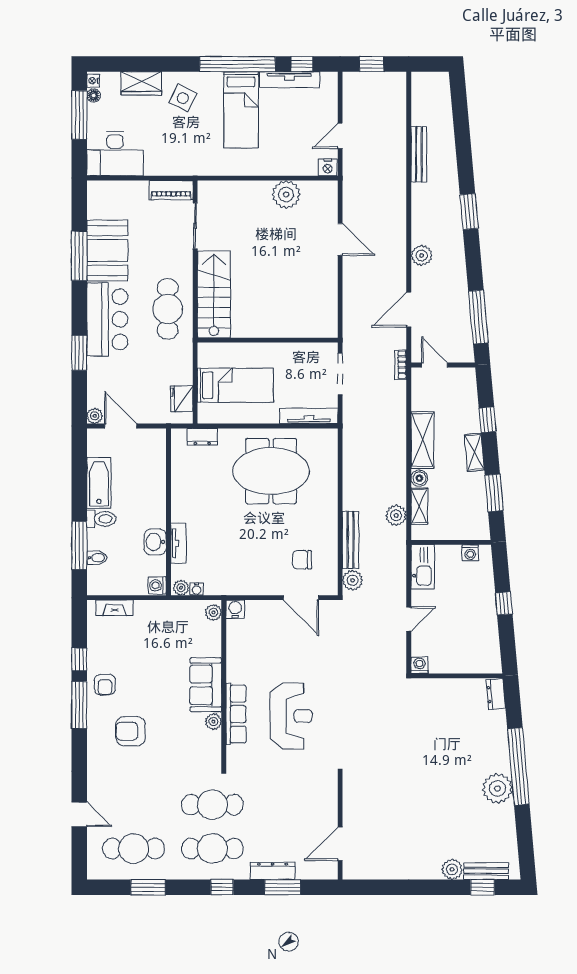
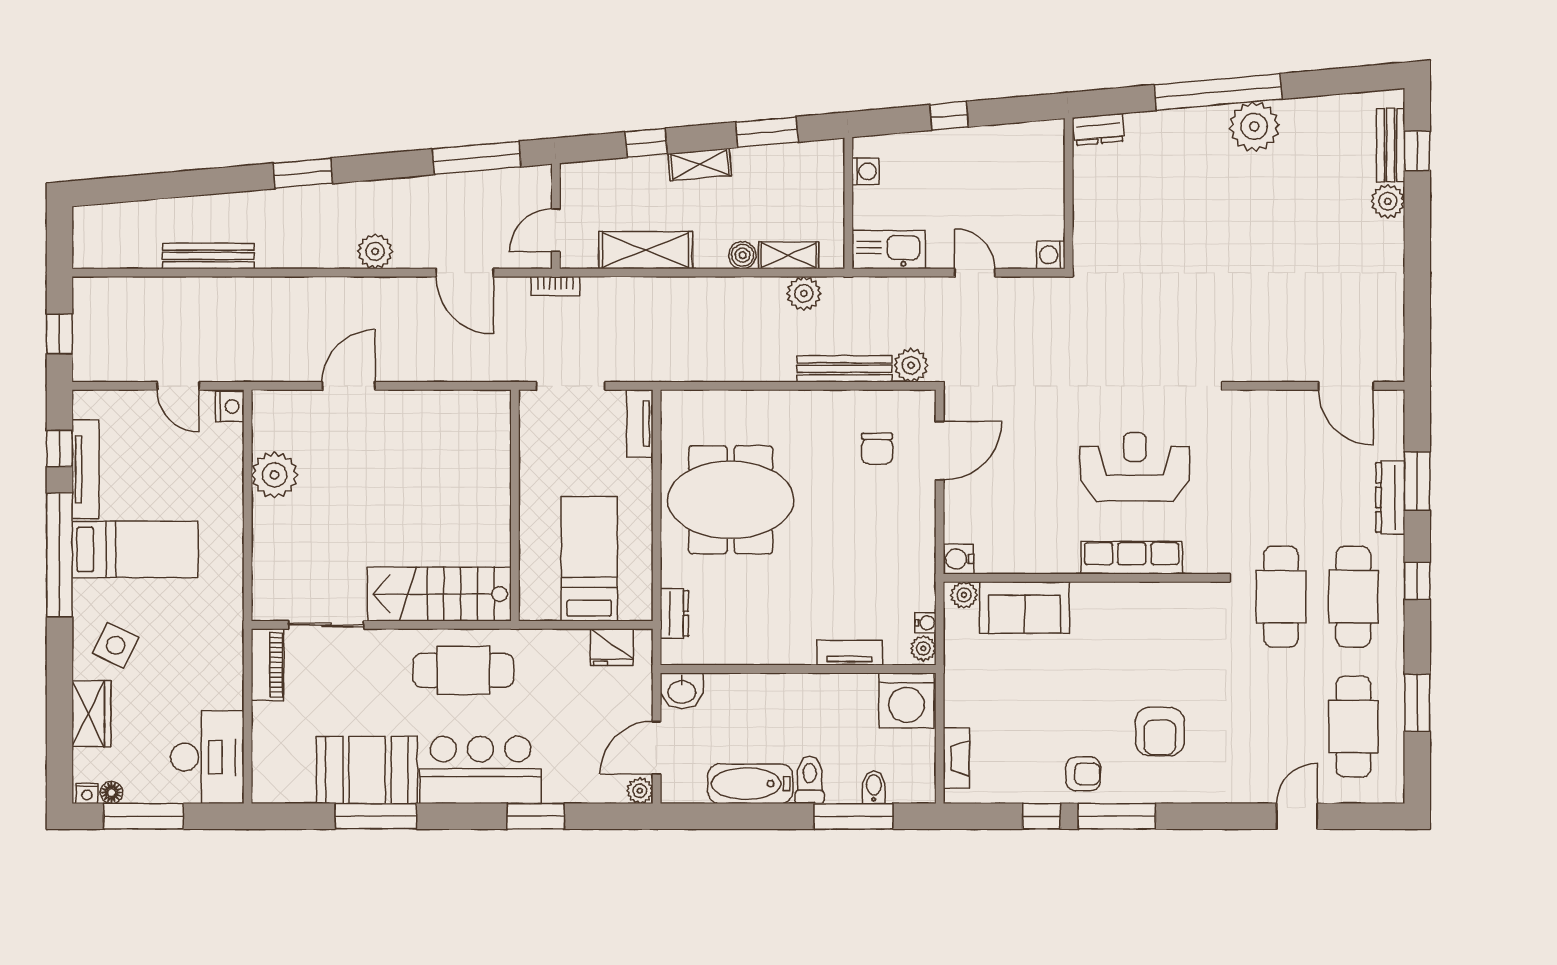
tv unit: (309, 416) -> (640, 424), width x0.71
shelving: (422, 440) -> (646, 250), moved
meeting table: (271, 471) -> (731, 500), turned 90
washbasin: (155, 542) -> (682, 691), moved
washing machine: (157, 585) -> (907, 700), width x1.89, depth x1.89
sofa: (206, 685) -> (1025, 607), moved
plant: (213, 722) -> (1144, 595), removed

